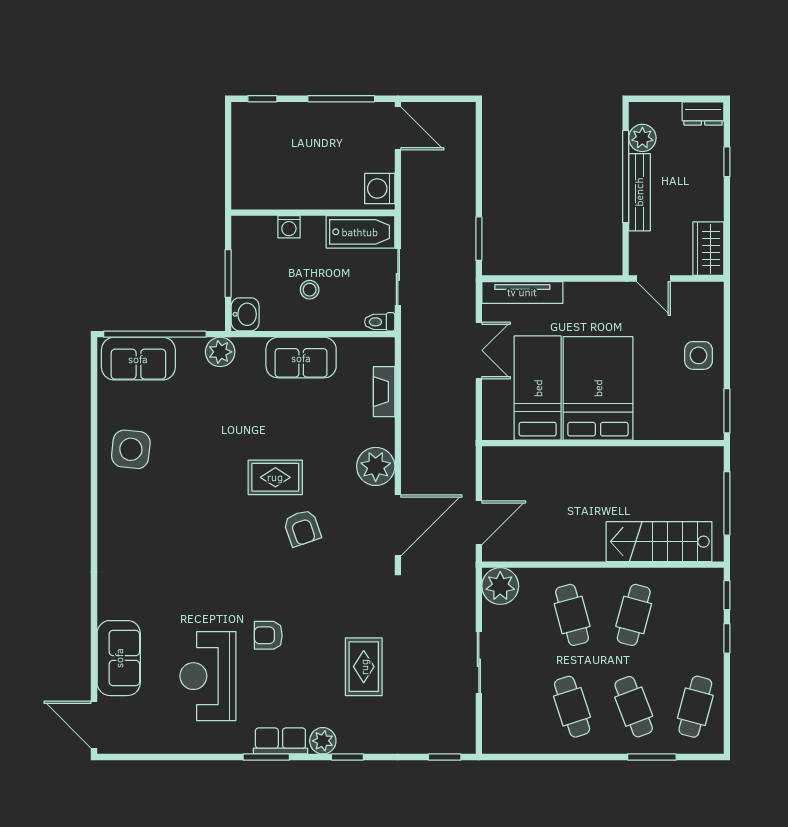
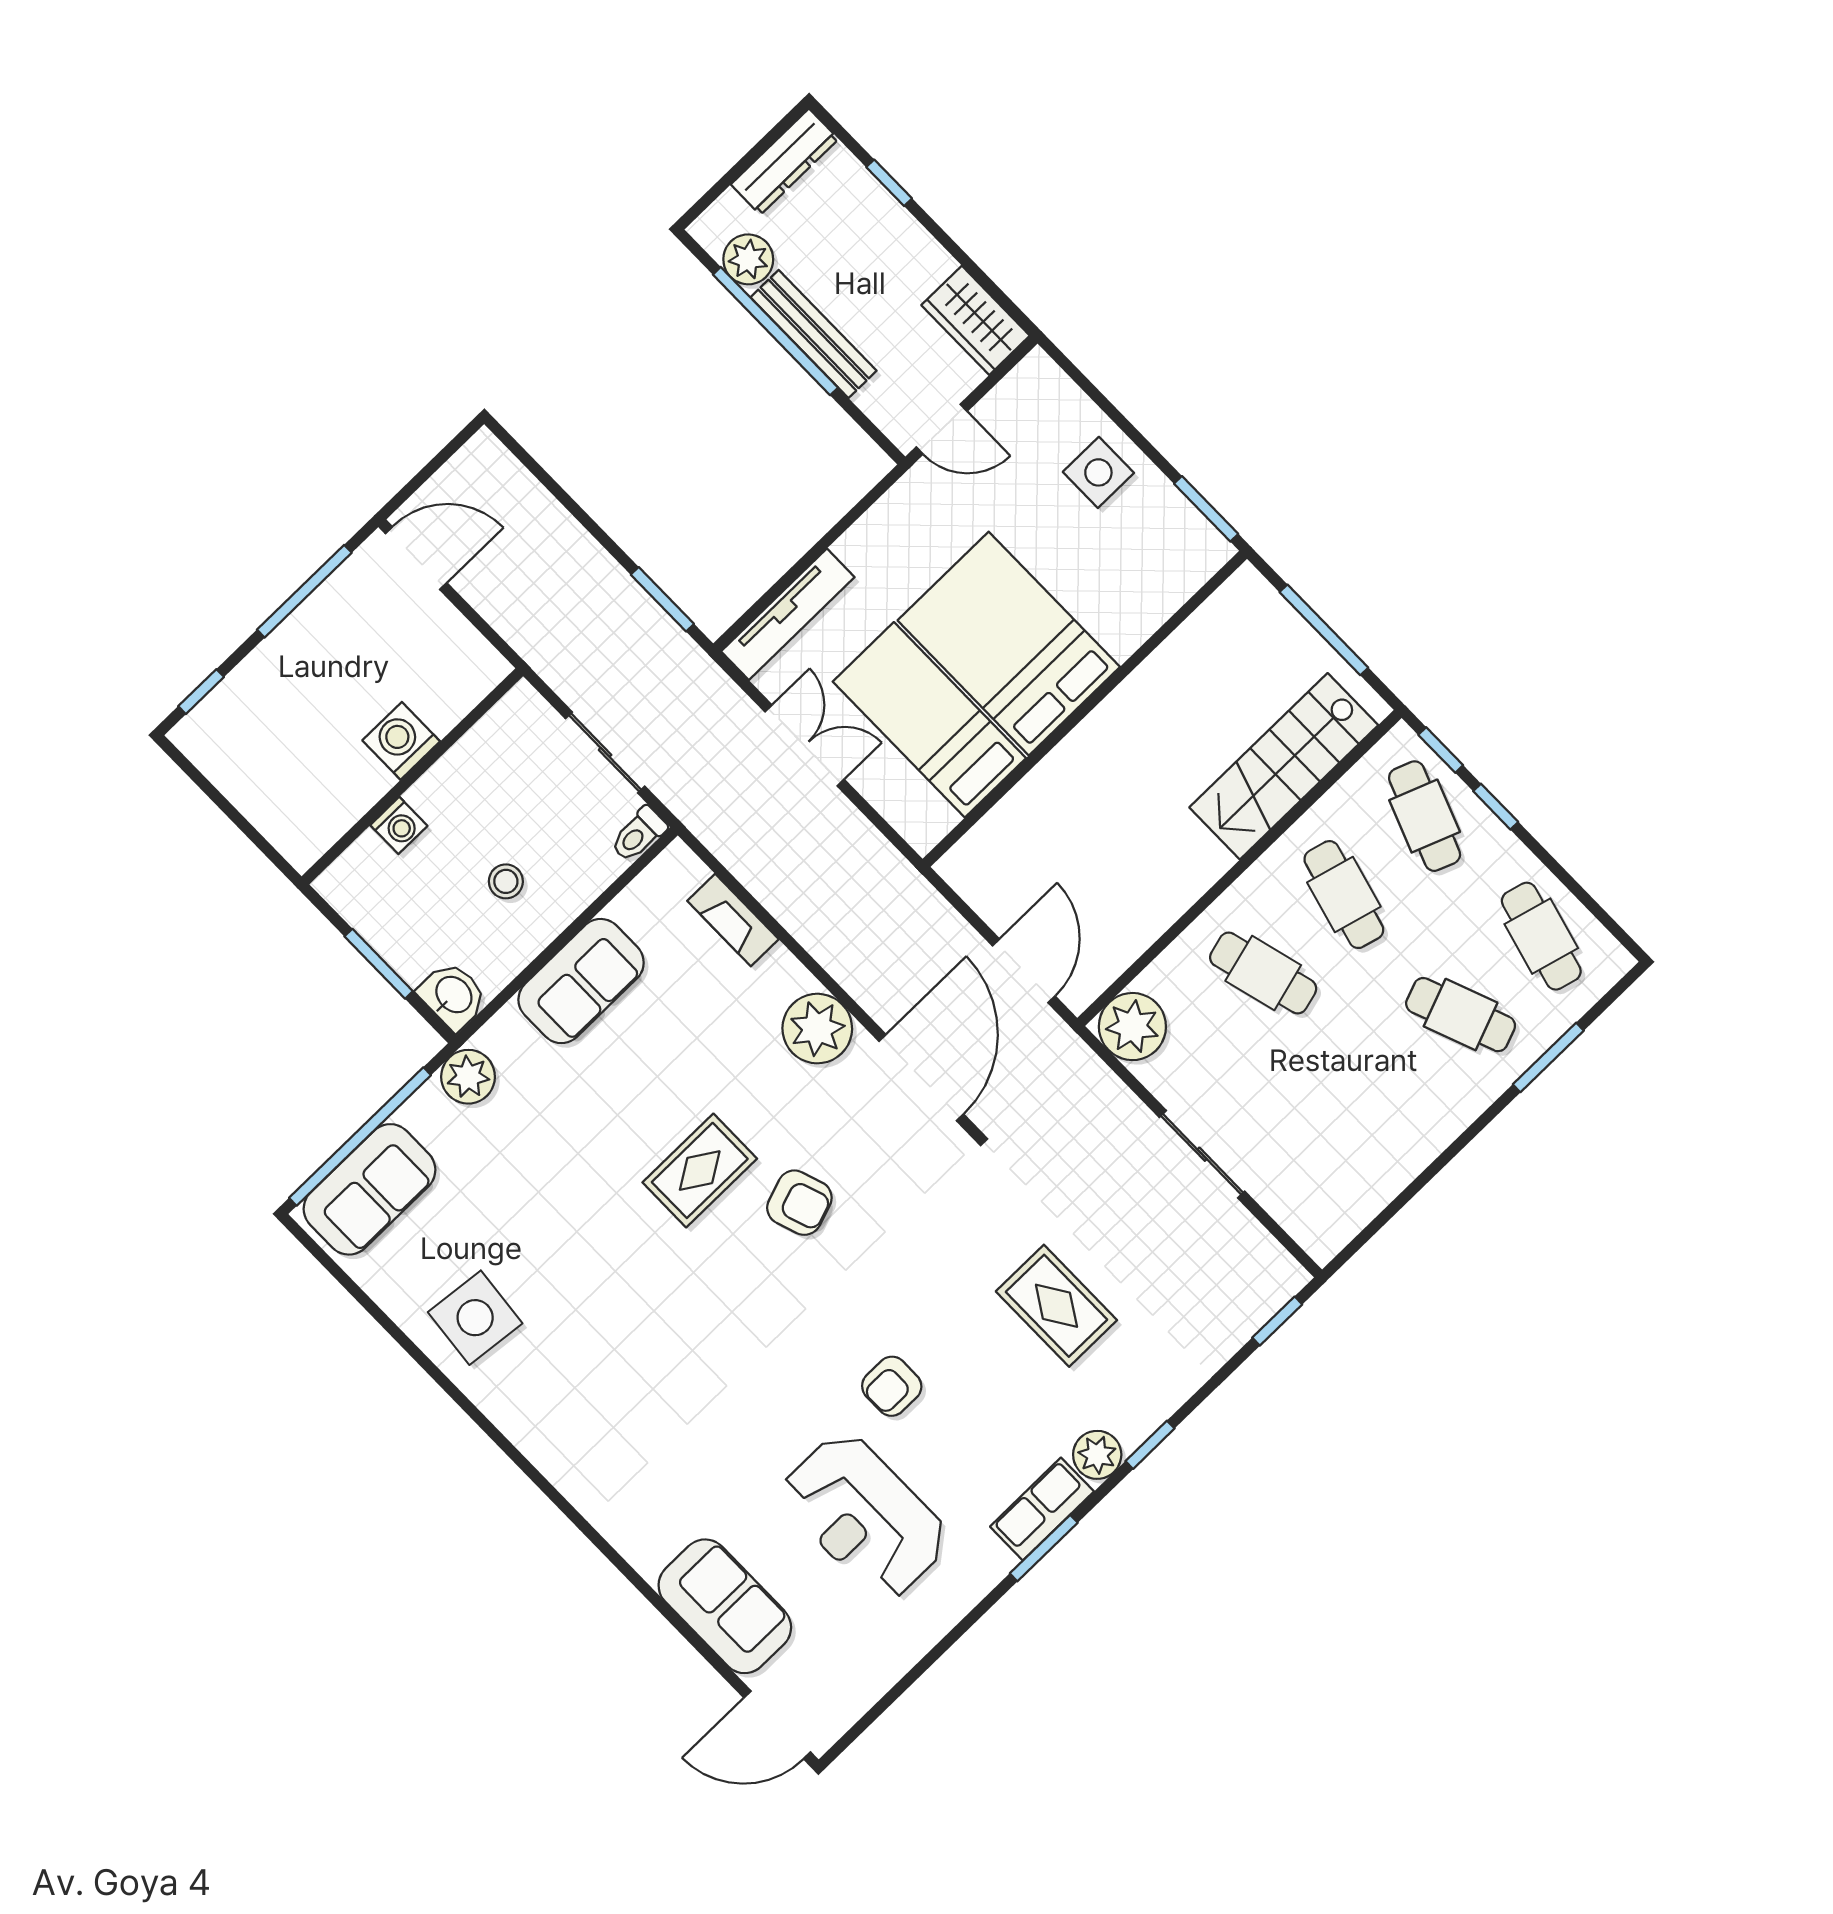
dresser: (703, 113) -> (785, 162), width x1.44
washing machine: (380, 189) -> (401, 741), moved, turned 90
bathtub: (360, 232) -> (499, 741), removed
cafe table: (572, 707) -> (1425, 816), moved, turned 39

